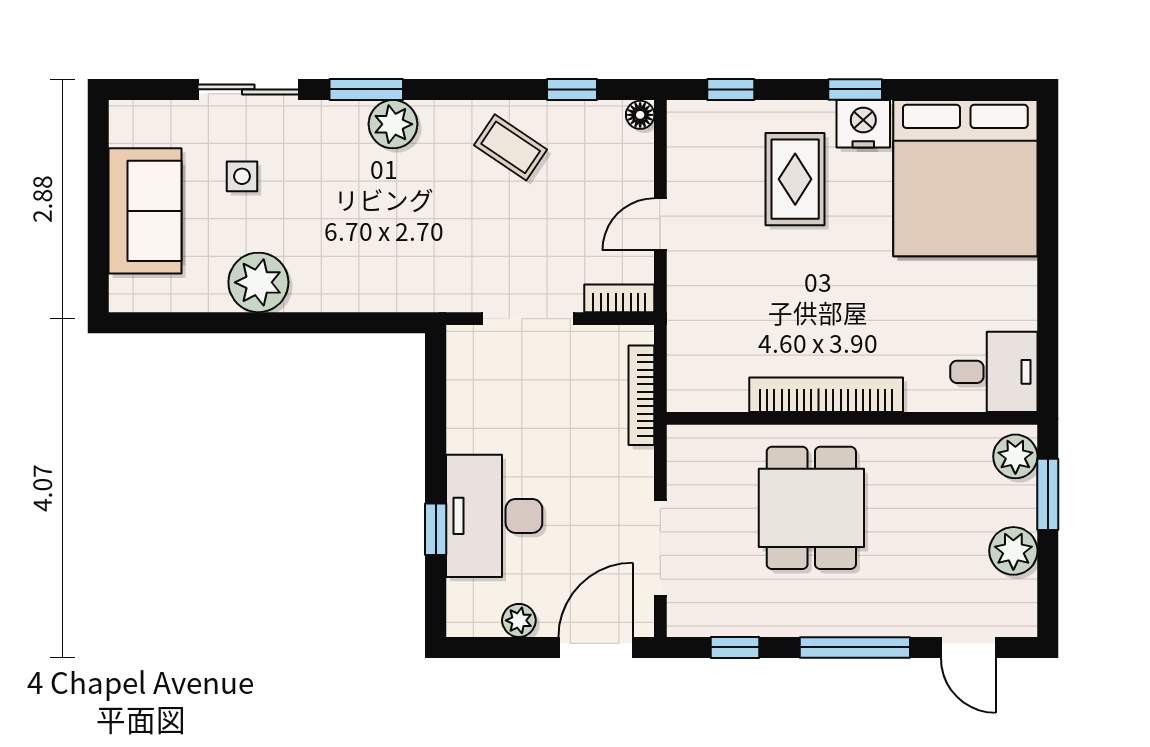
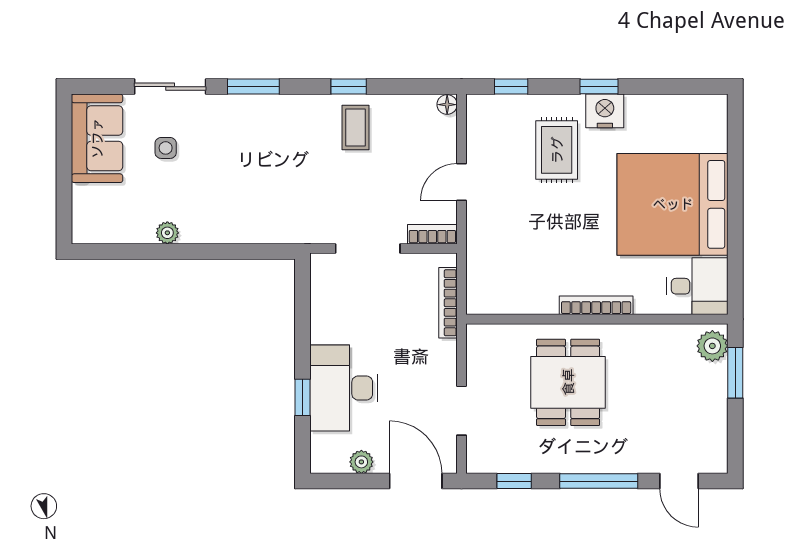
window: (572, 89) -> (349, 87), moved
plant: (393, 124) -> (272, 111), removed
coffee table: (511, 147) -> (355, 127), turned 56
bed: (965, 178) -> (673, 204), moved, turned 90
sofa: (145, 211) -> (97, 138), moved
plant: (258, 282) -> (167, 233), width x0.53, depth x0.53
bookcase: (826, 395) -> (596, 305), width x0.68, depth x0.76
doorway: (660, 548) -> (461, 411), width x0.73
plant: (1013, 551) -> (711, 413), removed
door: (596, 647) -> (416, 481), hinge flipped

